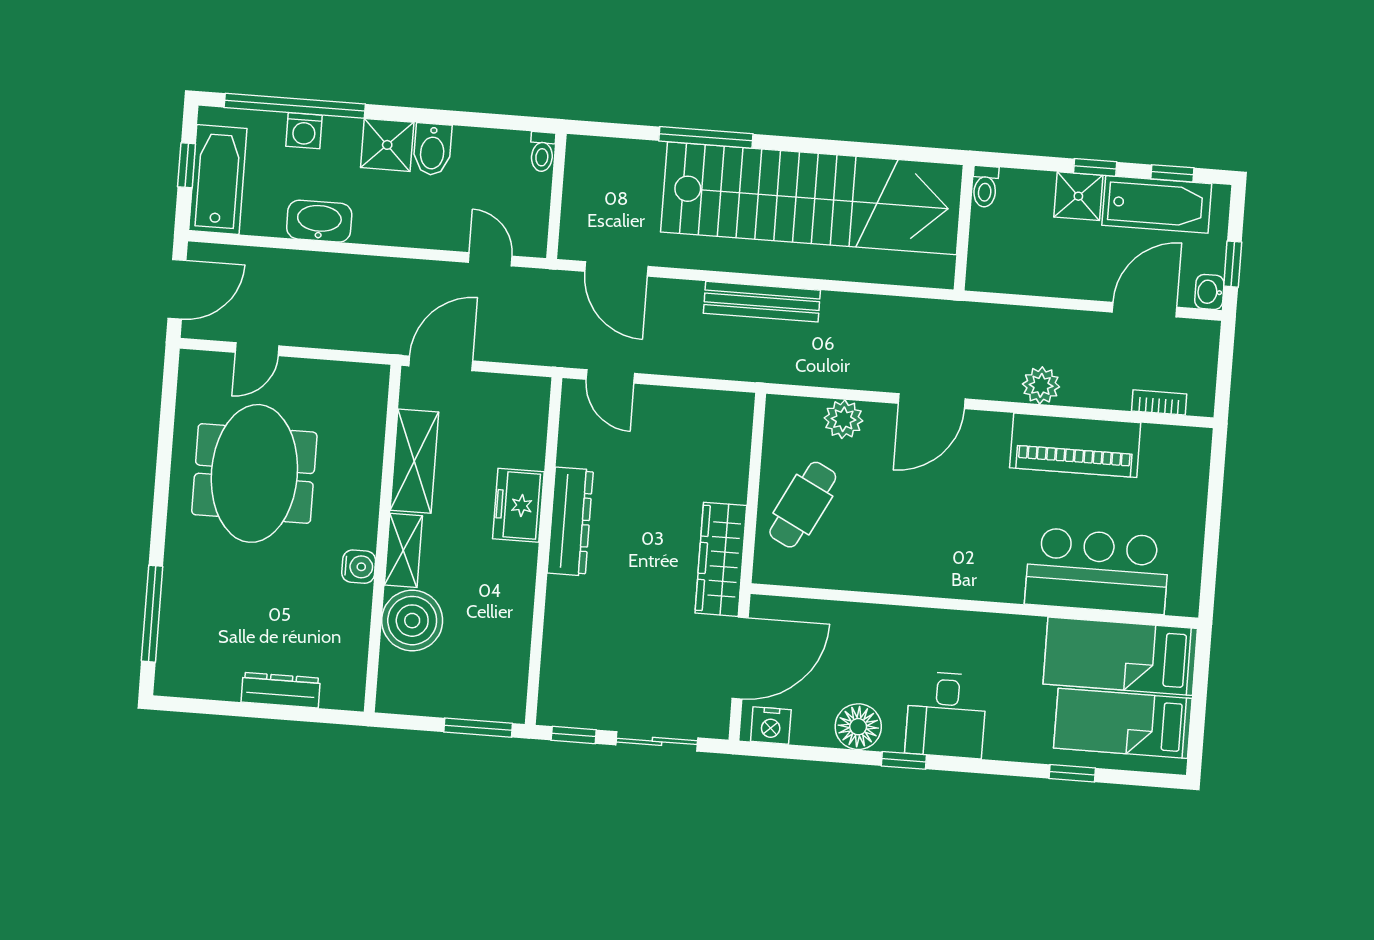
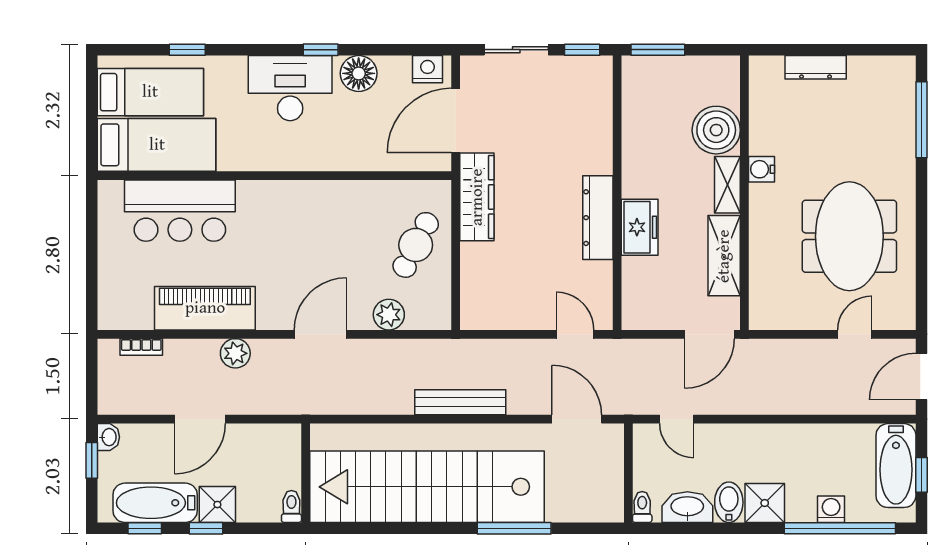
washbasin: (319, 221) -> (687, 507), moved, turned 180
door: (1145, 310) -> (200, 419), moved
desk: (946, 715) -> (290, 88), width x1.37

